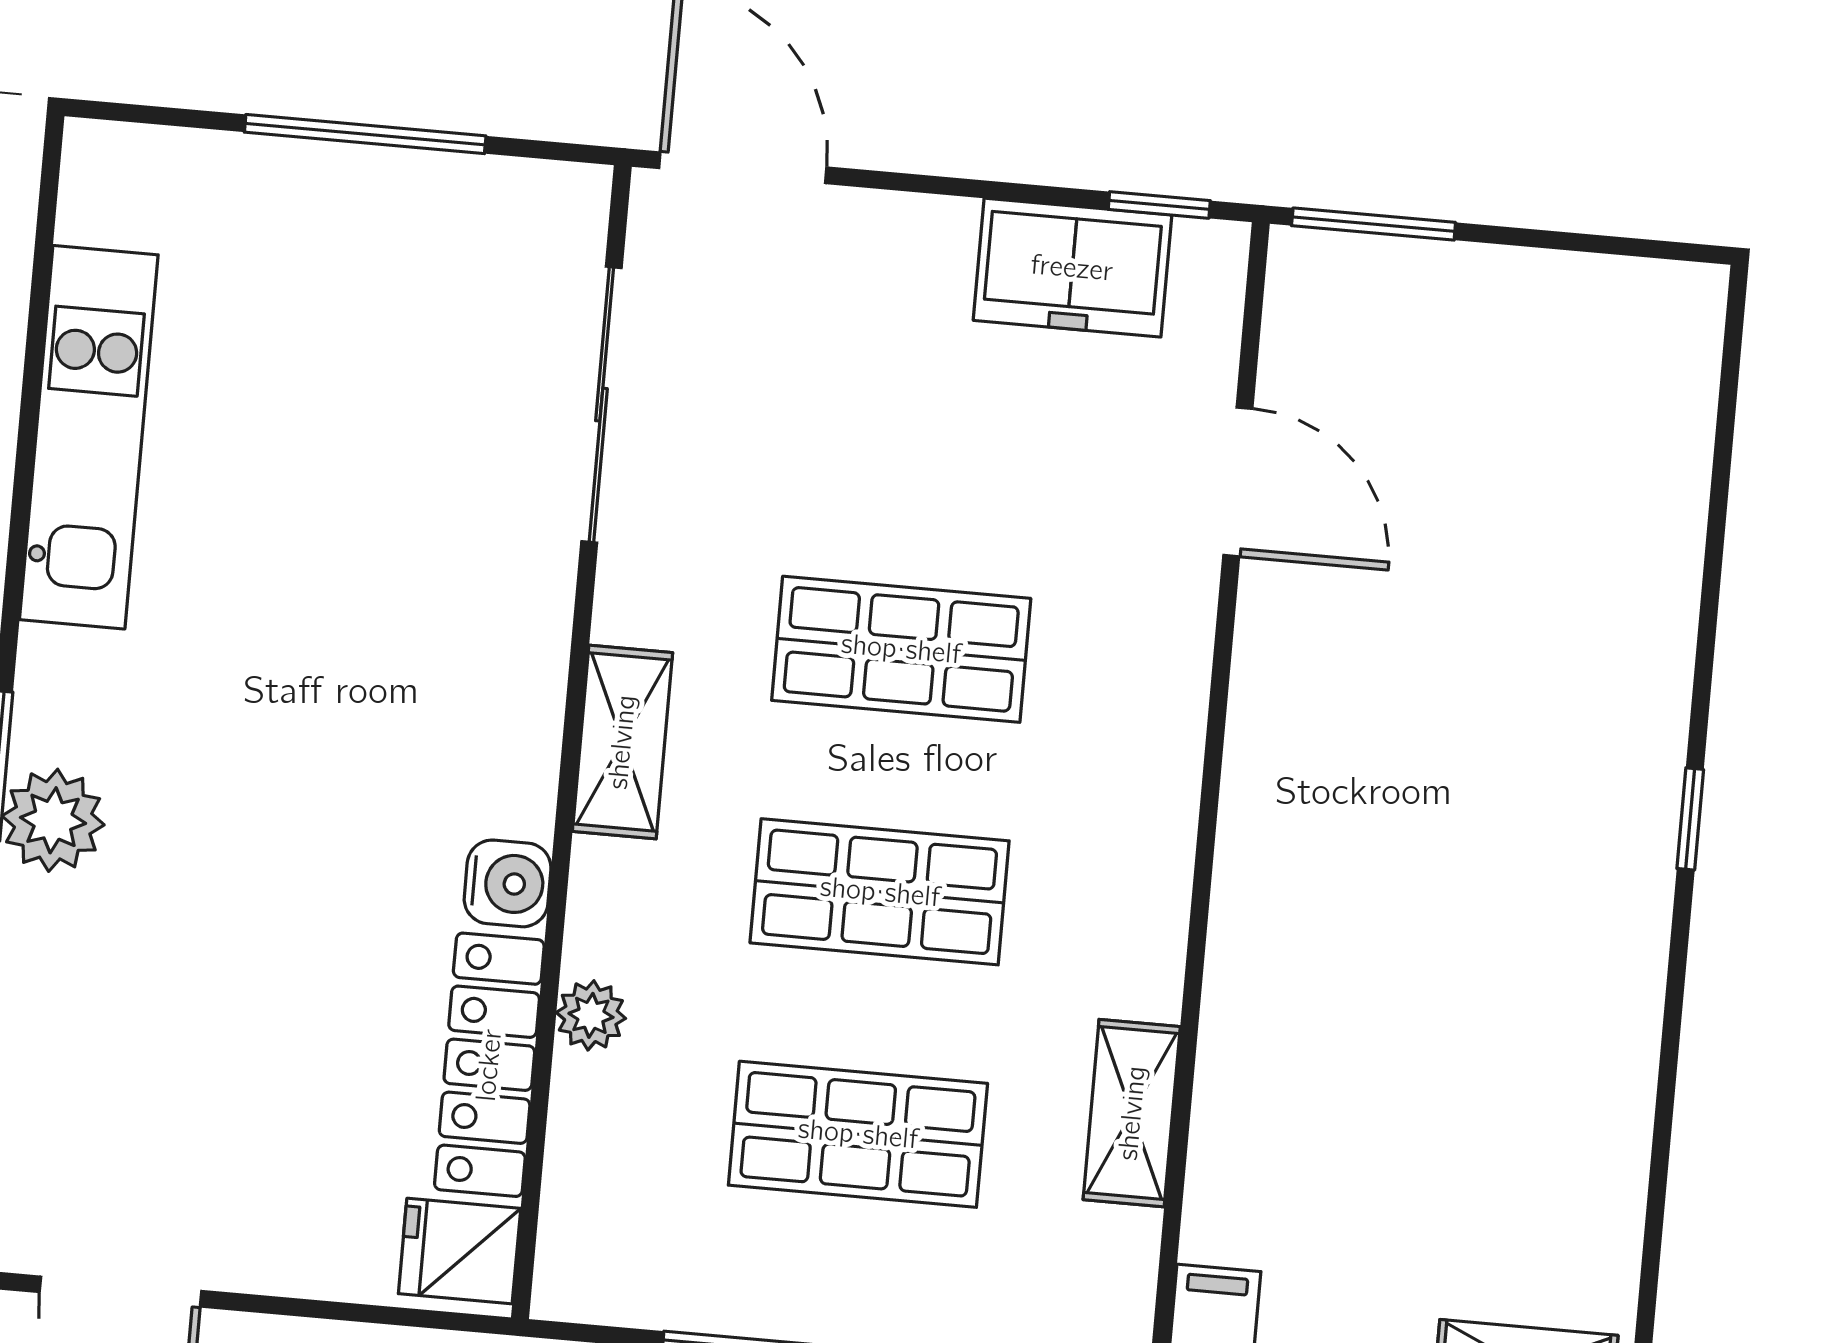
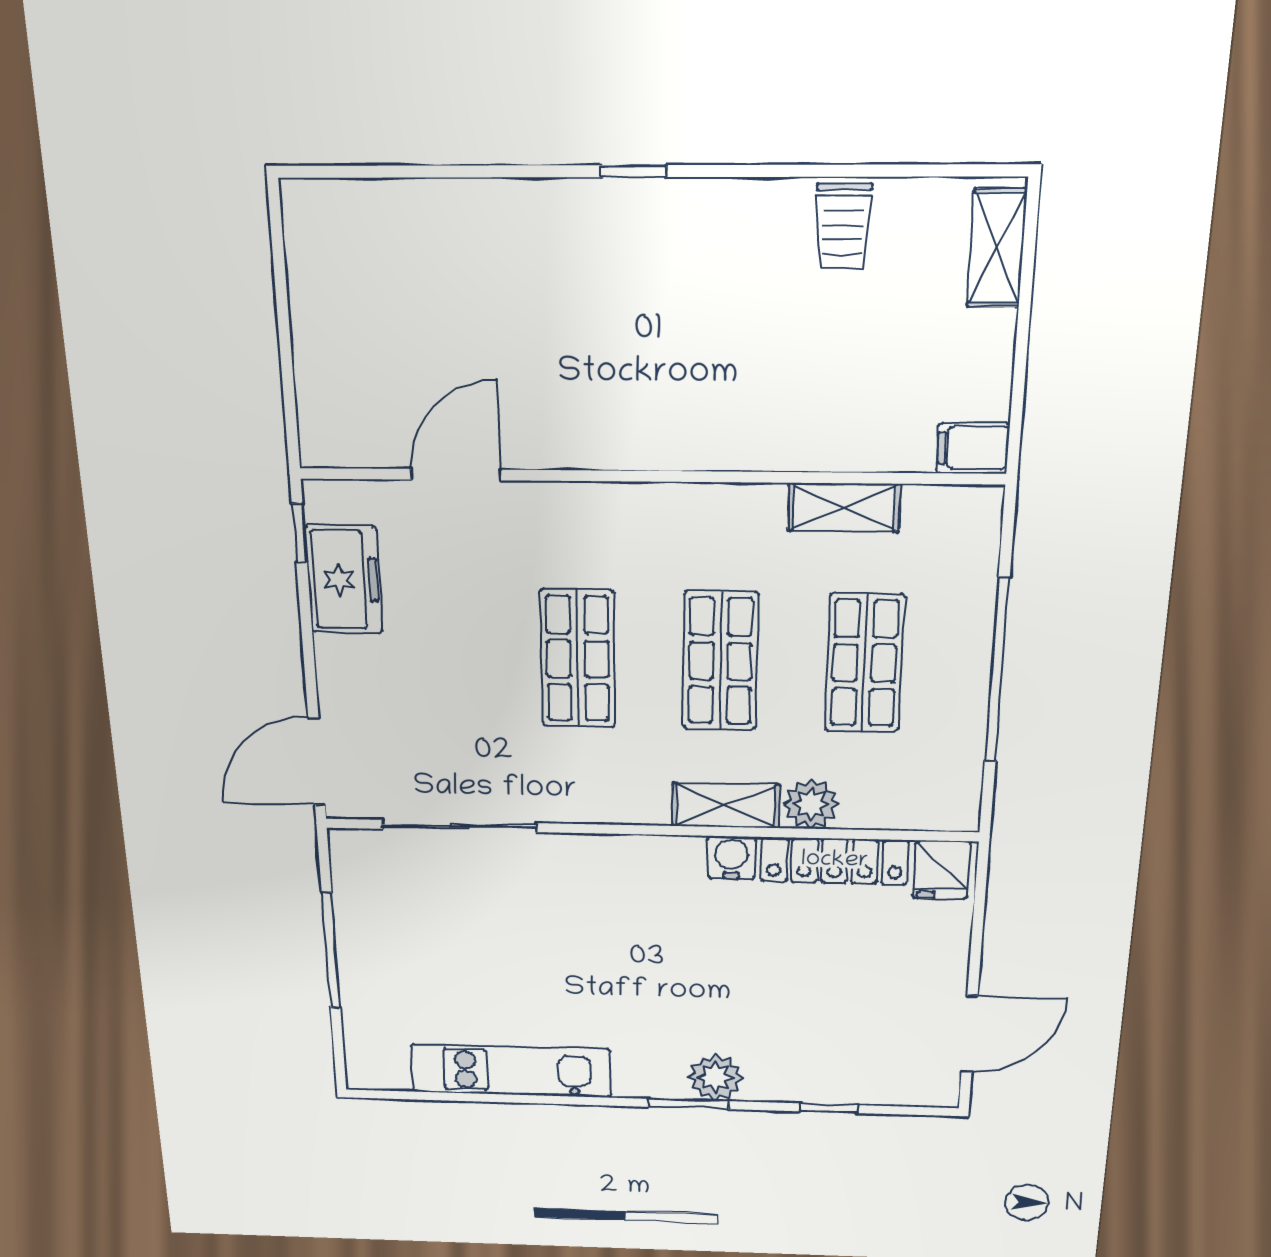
window: (1374, 224) -> (290, 406), removed
shelving: (622, 742) -> (726, 805), moved
plant: (591, 1015) -> (811, 804), width x1.38, depth x1.38
trolley: (1579, 1135) -> (843, 226), added

